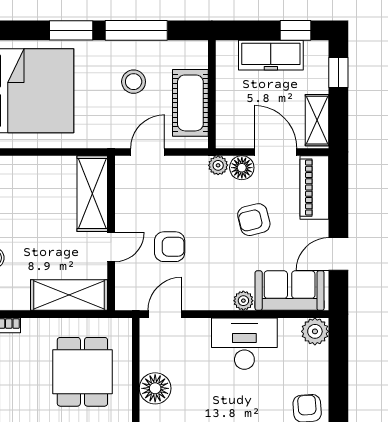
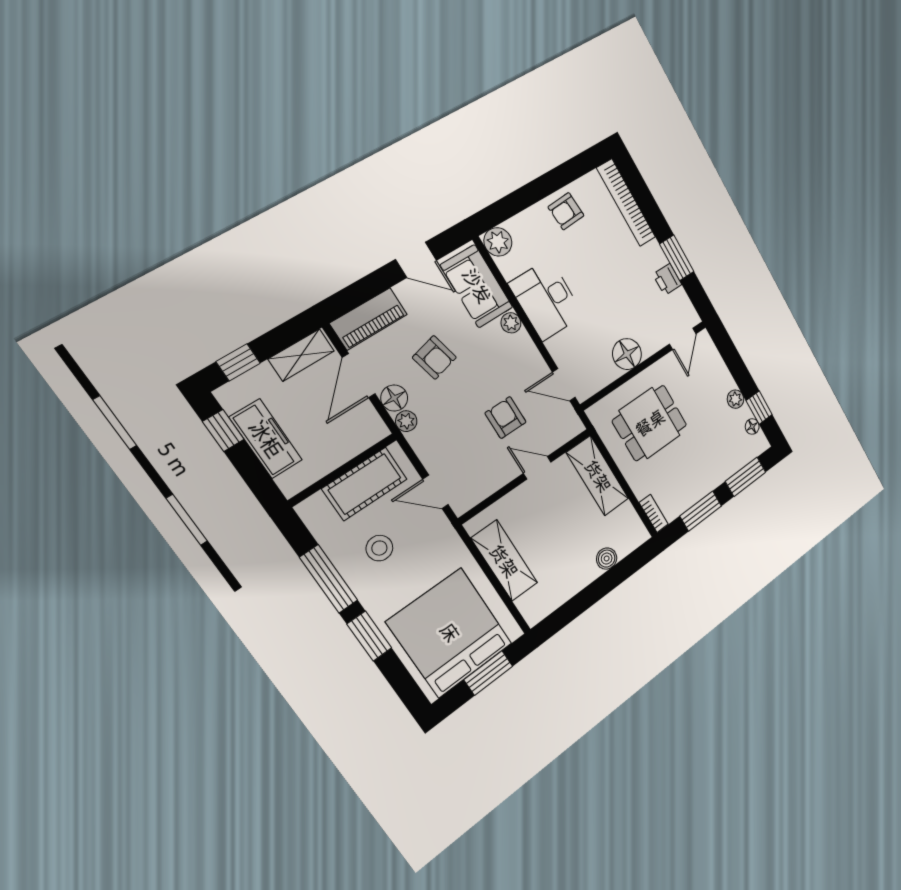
shelving: (92, 194) -> (504, 561), moved, turned 90

